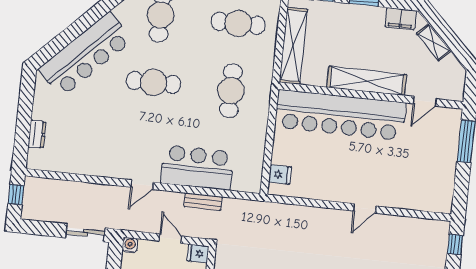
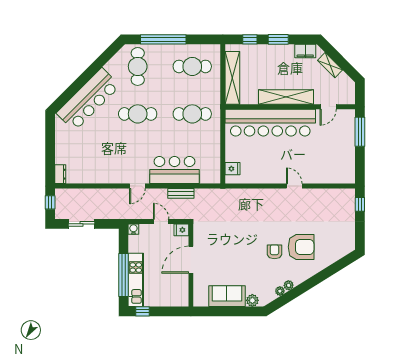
cafe table: (231, 91) -> (192, 114), turned 90
dresser: (37, 134) -> (60, 174), moved
door: (365, 208) -> (294, 186), swing flipped
sliding door: (85, 233) -> (82, 224), moved

